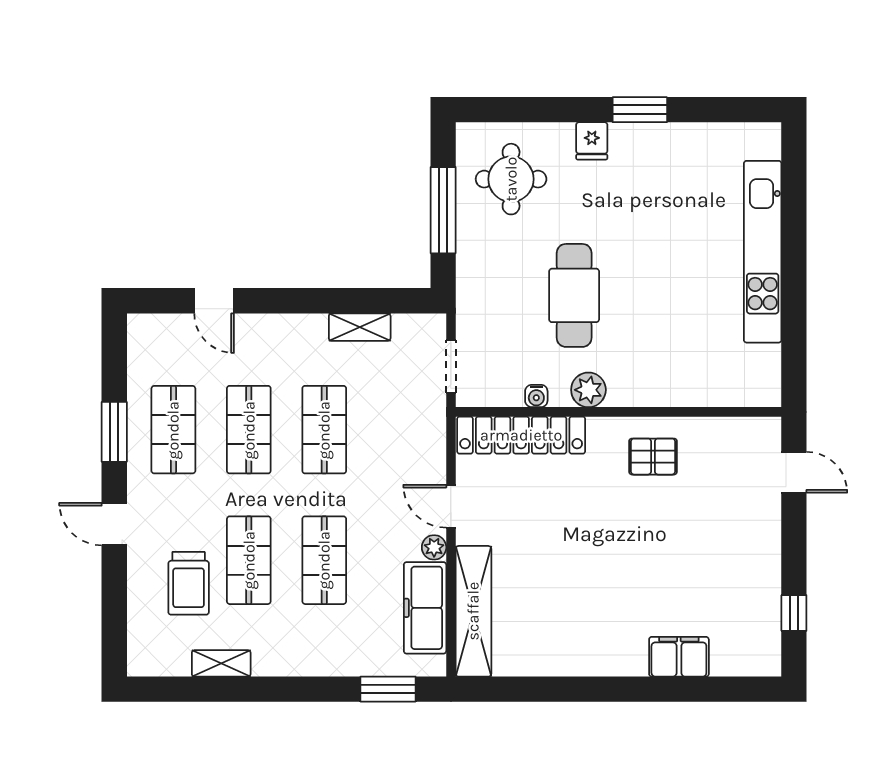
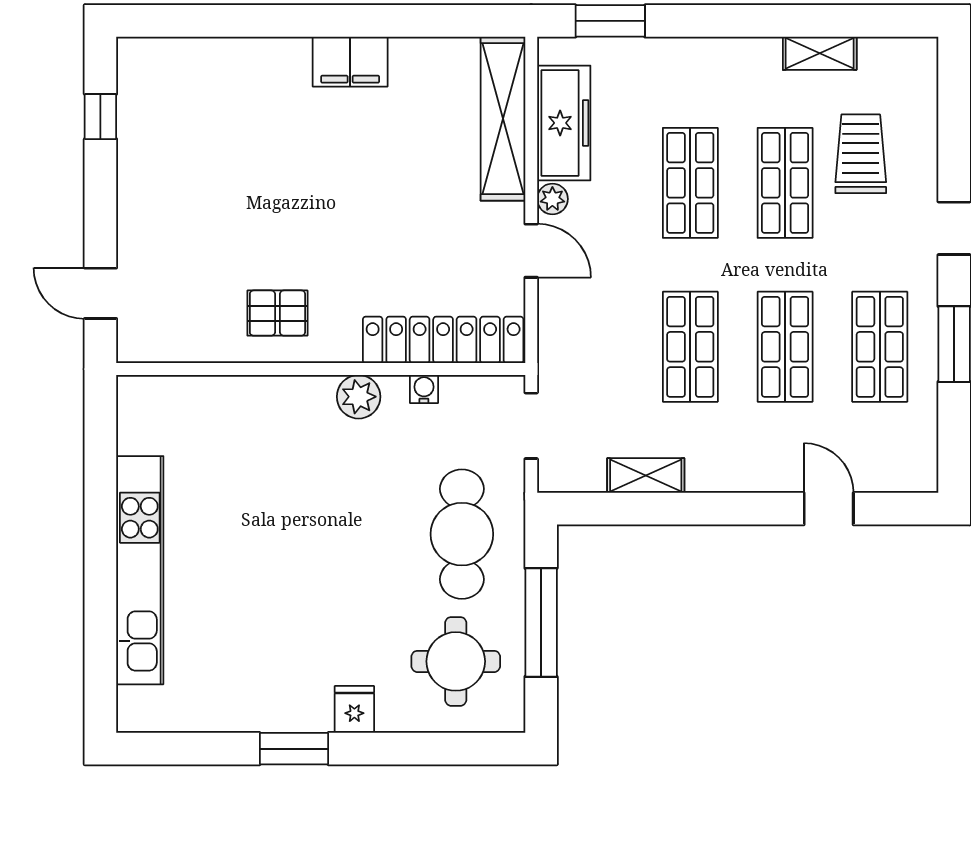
cafe table: (574, 295) -> (462, 534), moved
filing cabinet: (679, 657) -> (350, 62), moved

